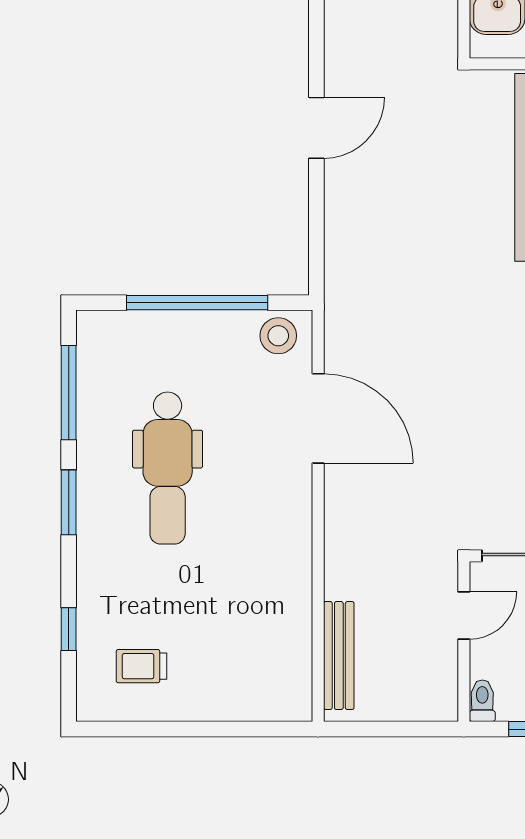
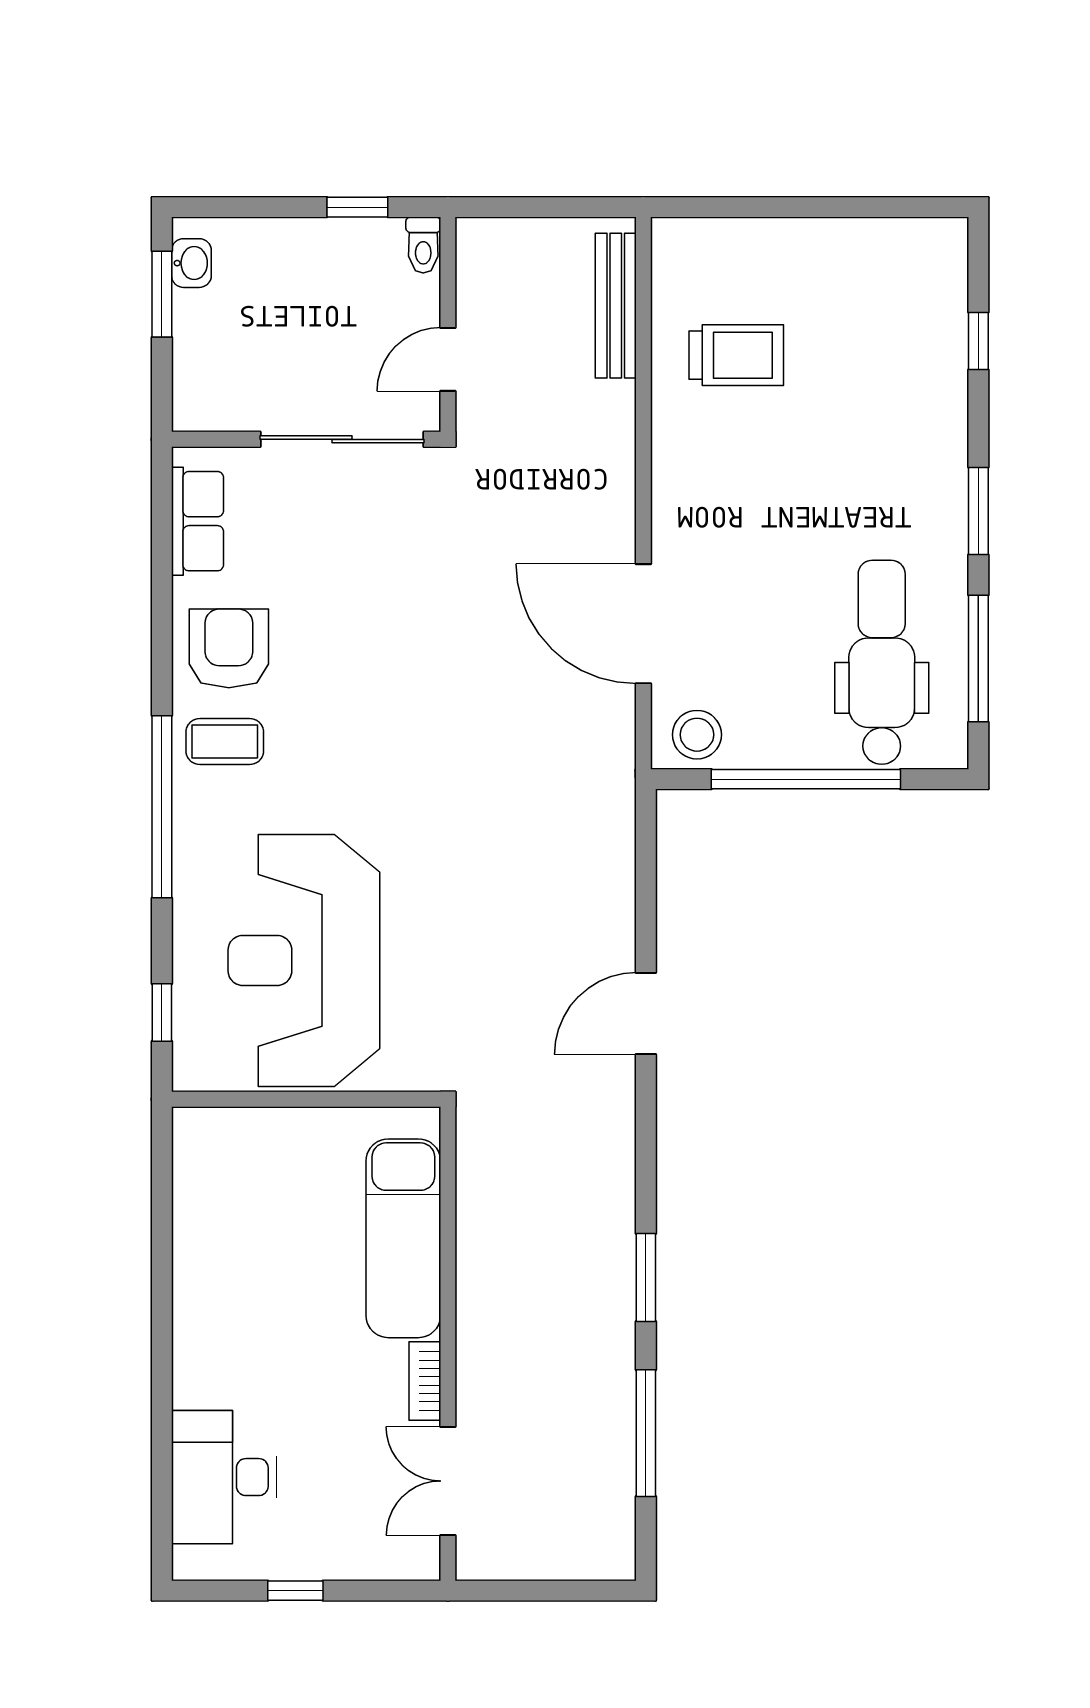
dental chair: (168, 468) -> (882, 662), moved
trolley: (142, 666) -> (736, 355), moved, width x1.36, depth x1.39

